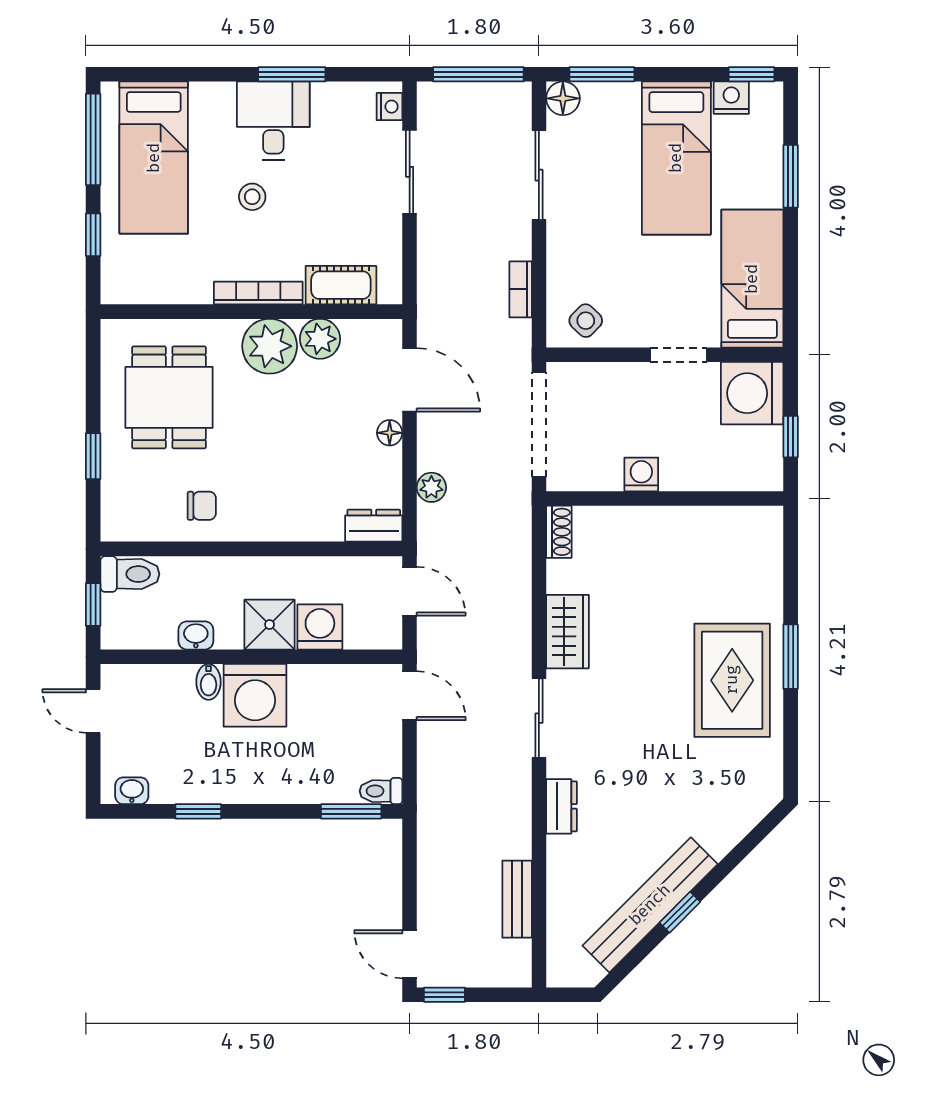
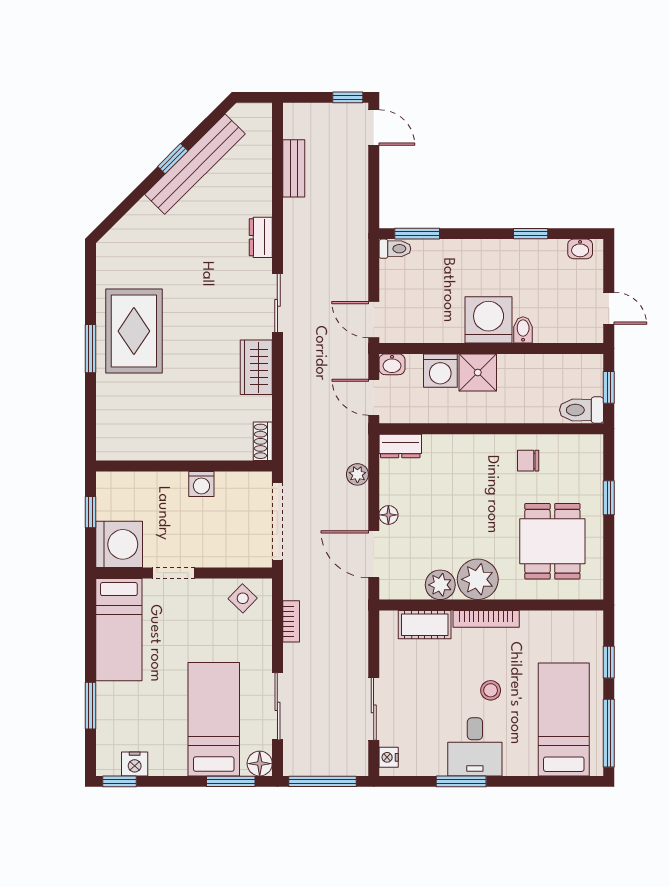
bed: (676, 158) -> (214, 719), moved
washbasin: (196, 635) -> (392, 364), moved

